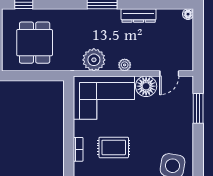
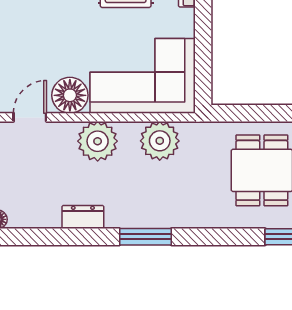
dresser: (139, 16) -> (83, 217), width x0.70
plant: (125, 65) -> (98, 141), width x1.88, depth x1.88

